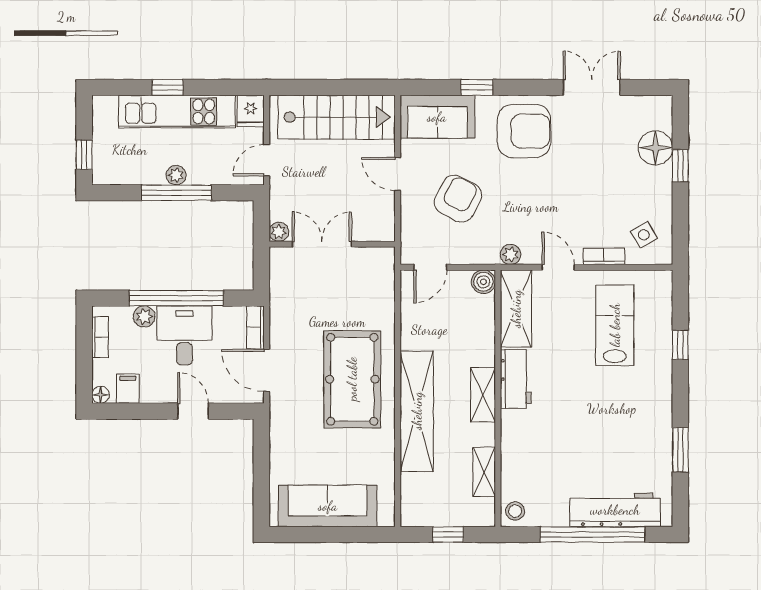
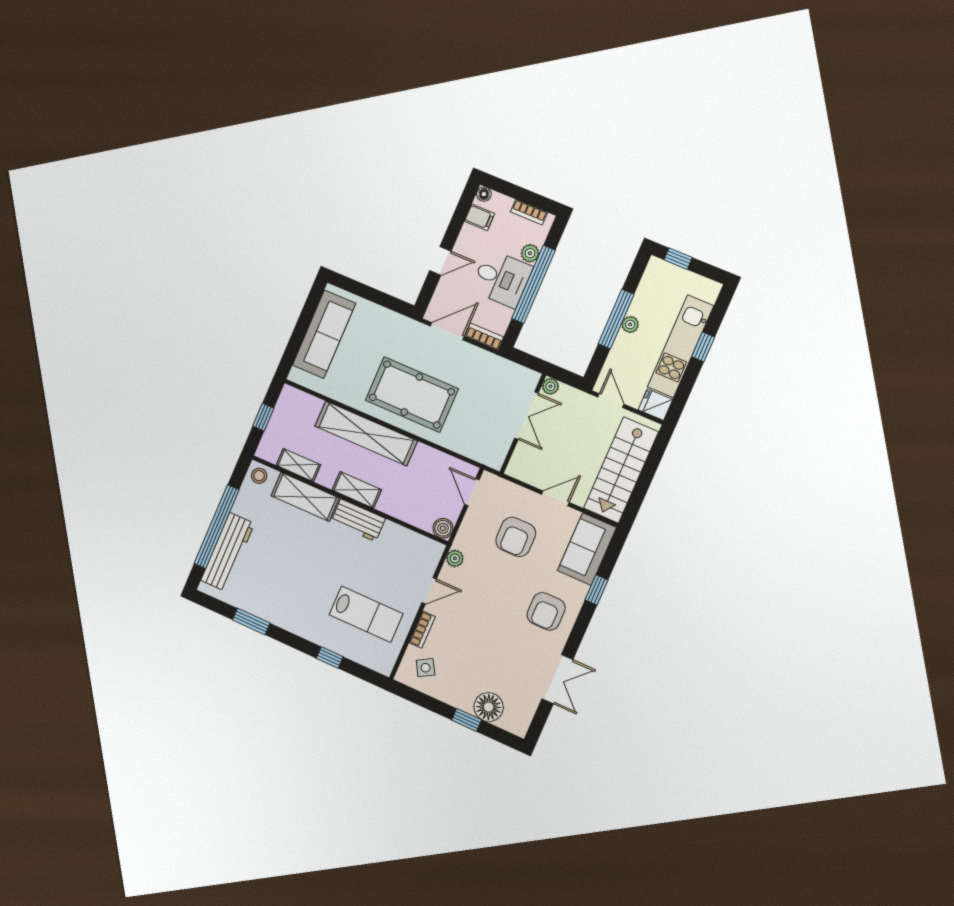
armchair: (524, 131) -> (546, 611), width x0.73, depth x0.73
armchair: (458, 199) -> (516, 537), turned 63
shelving: (516, 309) -> (305, 497), moved

